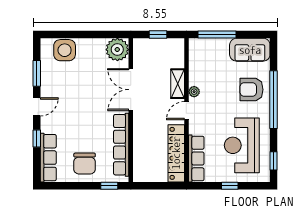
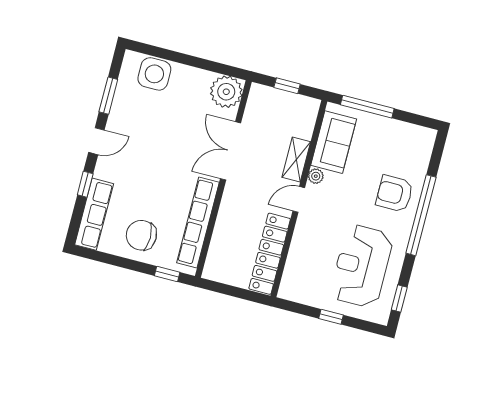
sofa: (250, 50) -> (334, 142), moved, turned -90
row of seats: (196, 159) -> (295, 268), removed
chair: (85, 164) -> (141, 235), turned 90

